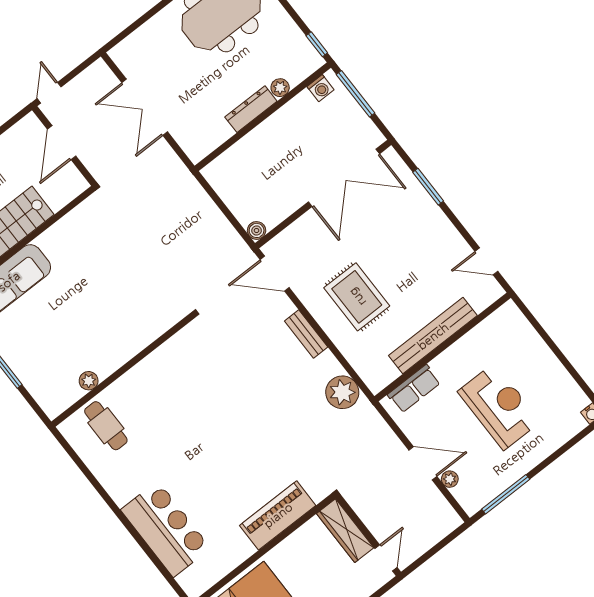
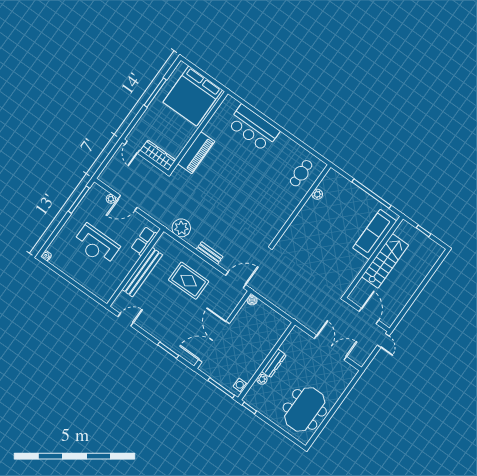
cafe table: (106, 426) -> (301, 173), turned 90

